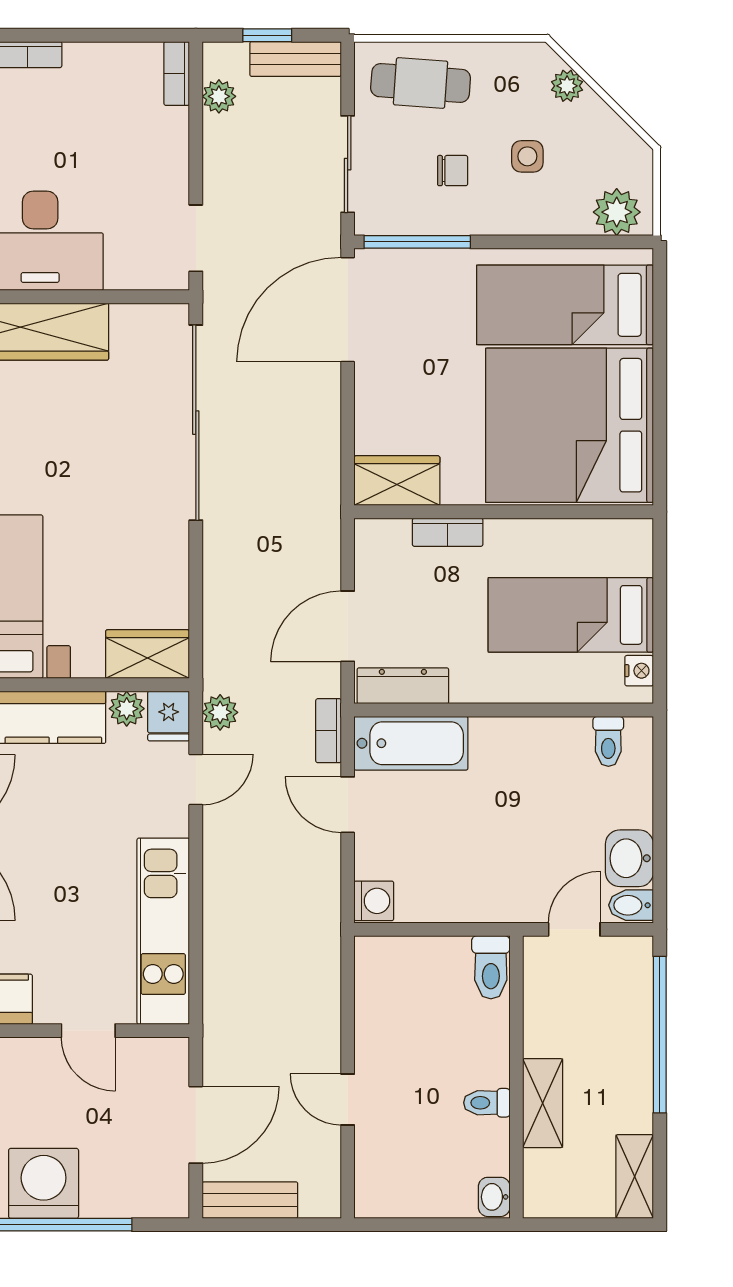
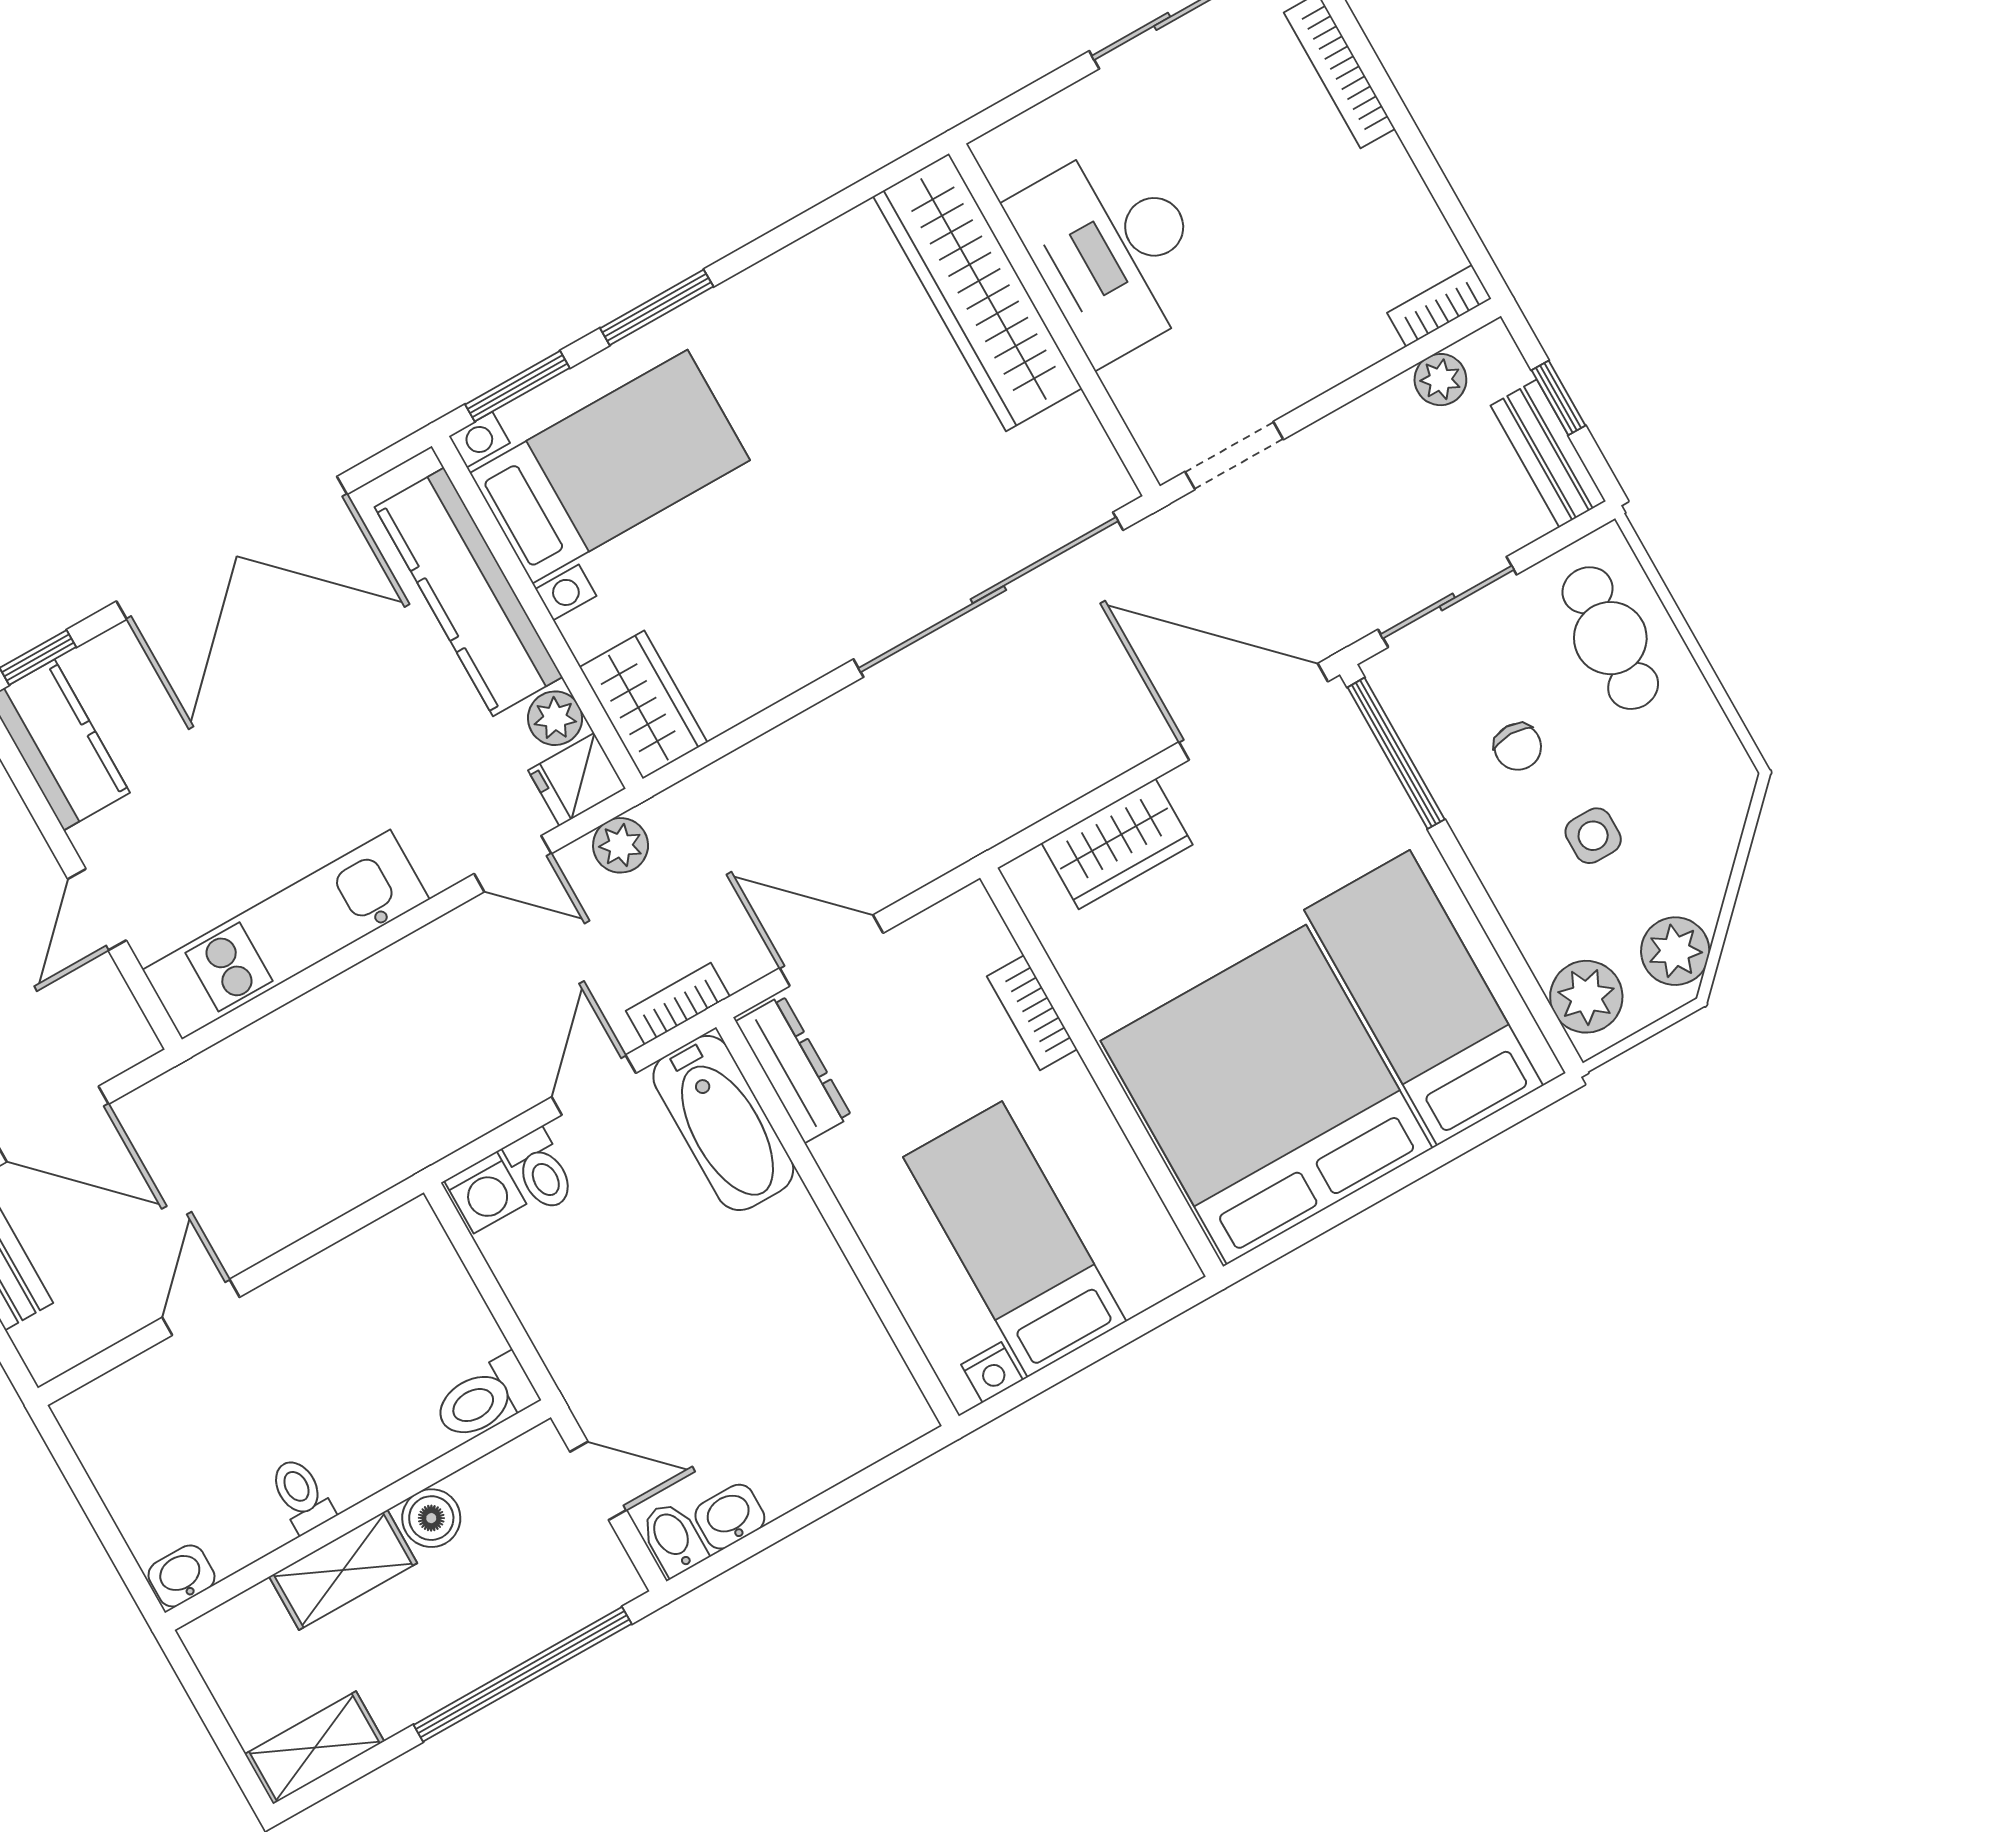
plant: (567, 86) -> (1675, 951), moved, width x1.38, depth x1.38
wardrobe: (397, 481) -> (1117, 844), moved, turned 90
toilet: (608, 741) -> (540, 1170), moved, turned -90
washbasin: (629, 858) -> (730, 1517), width x0.72, depth x0.69
boiler: (542, 1036) -> (431, 1518), added

